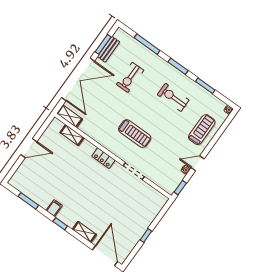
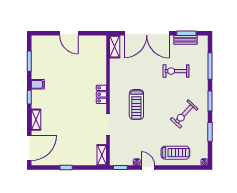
exercise bike: (173, 97) -> (184, 114), turned -137
shelving: (72, 135) -> (102, 155), moved

